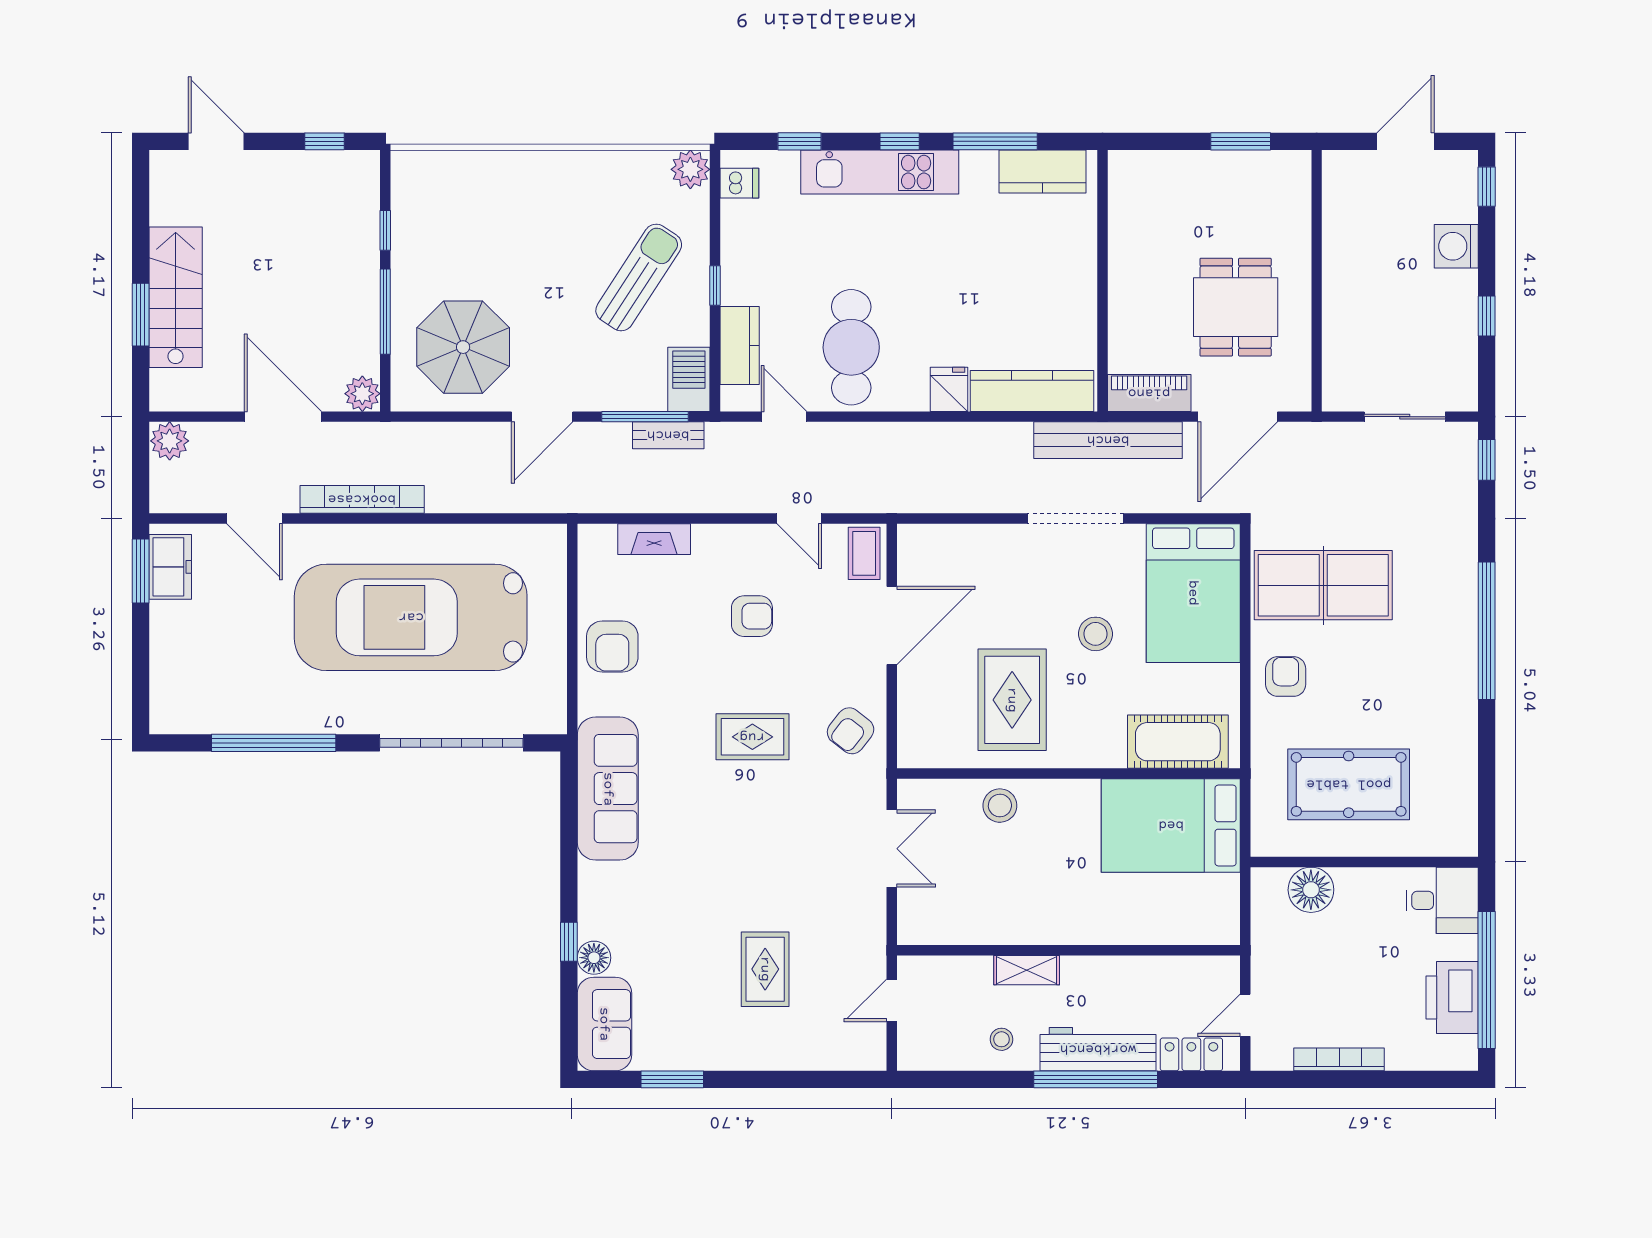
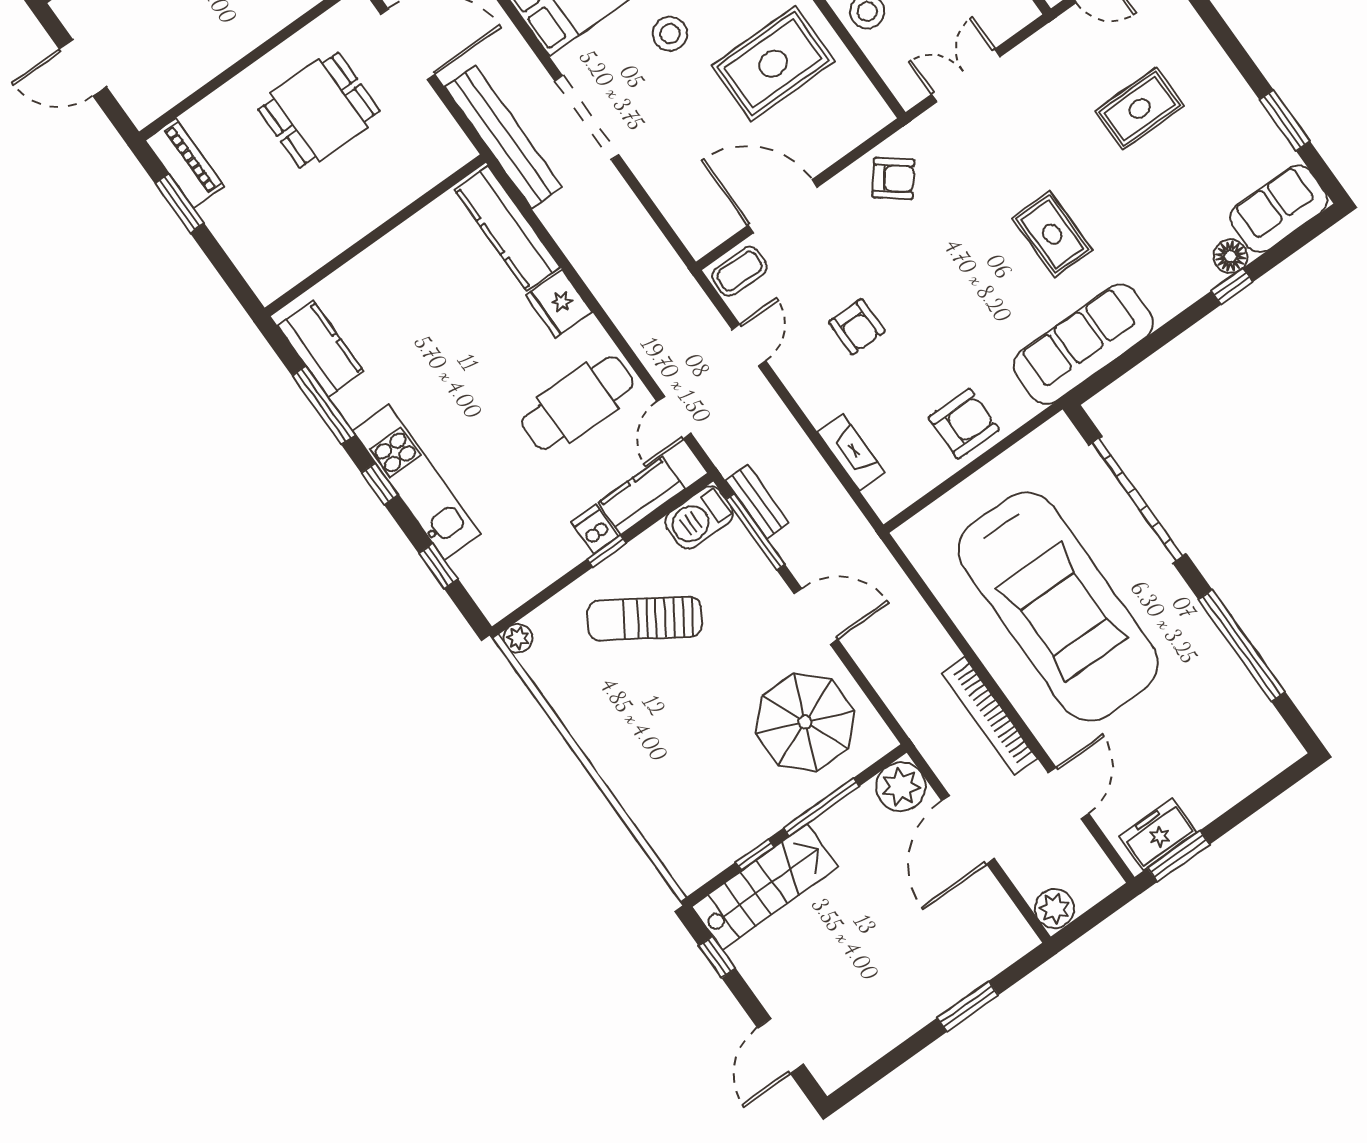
plant: (690, 169) -> (518, 638), width x0.73, depth x0.73
dishwasher: (739, 183) -> (595, 529), moved
stairs: (176, 297) -> (765, 887), moved, turned 180
fridge: (949, 389) -> (559, 304), width x1.38
piano: (1149, 393) -> (185, 163), moved, turned 180
plant: (362, 394) -> (901, 787), width x1.36, depth x1.36
armchair: (752, 616) -> (857, 327), turned 180
rug: (752, 737) -> (1052, 234), moved

